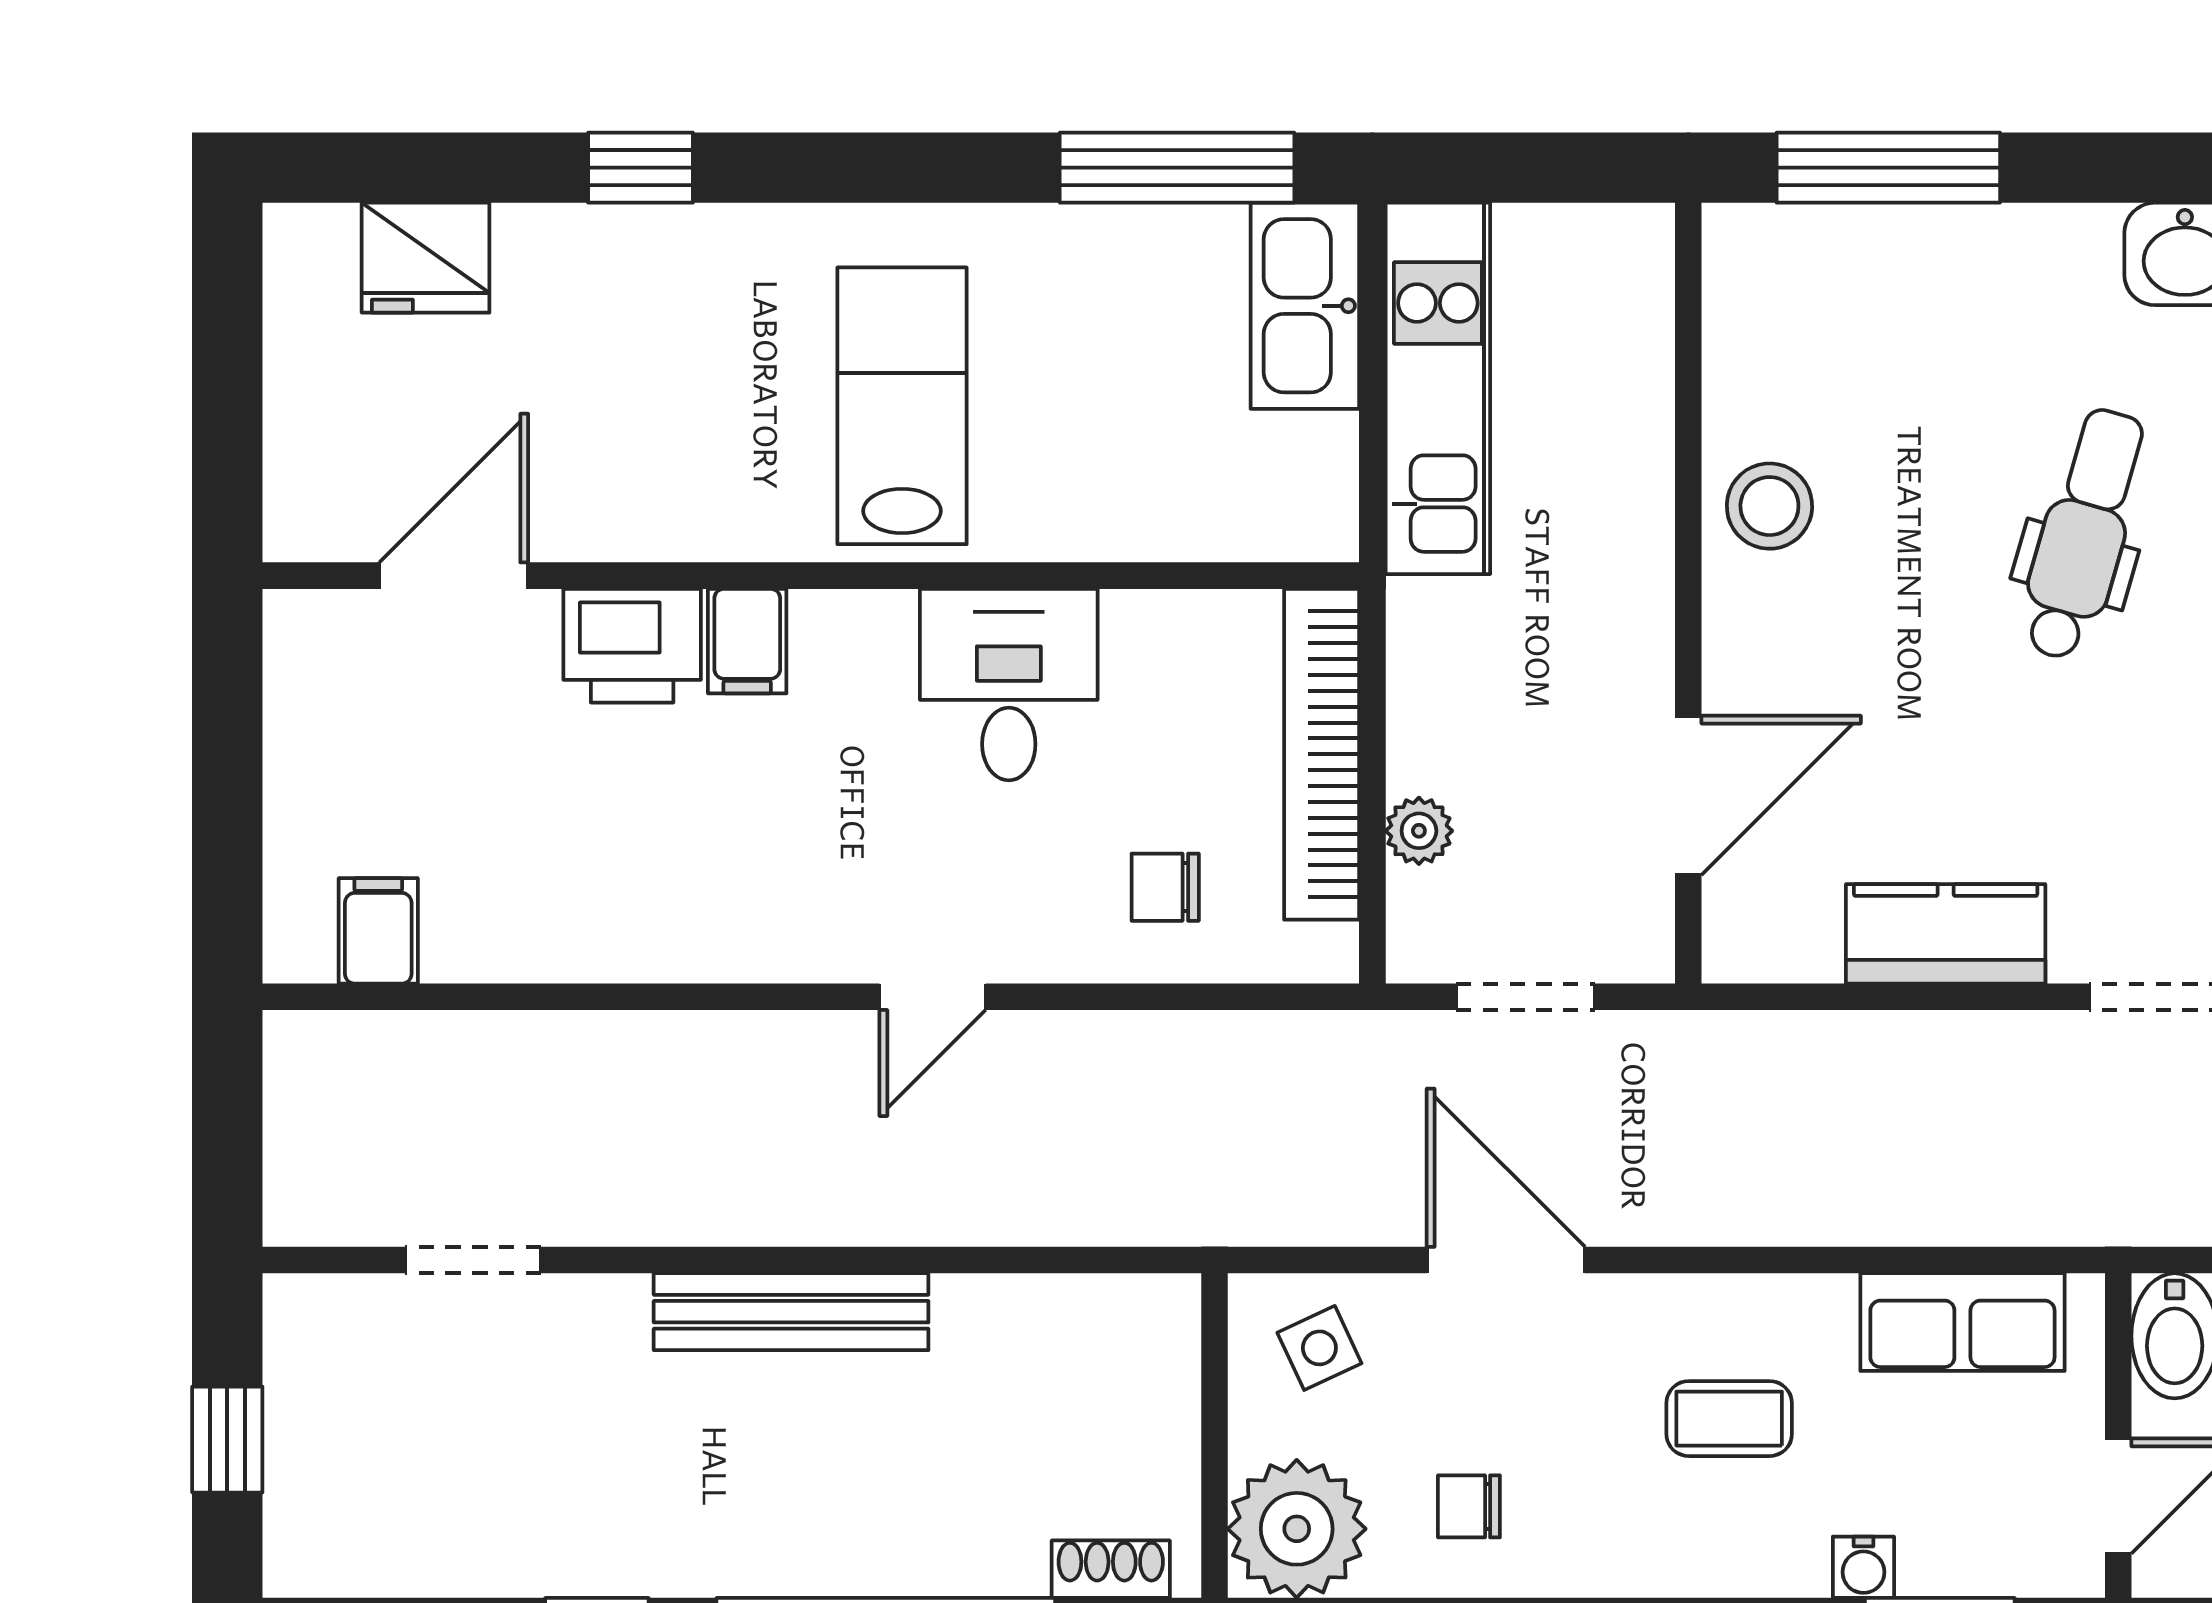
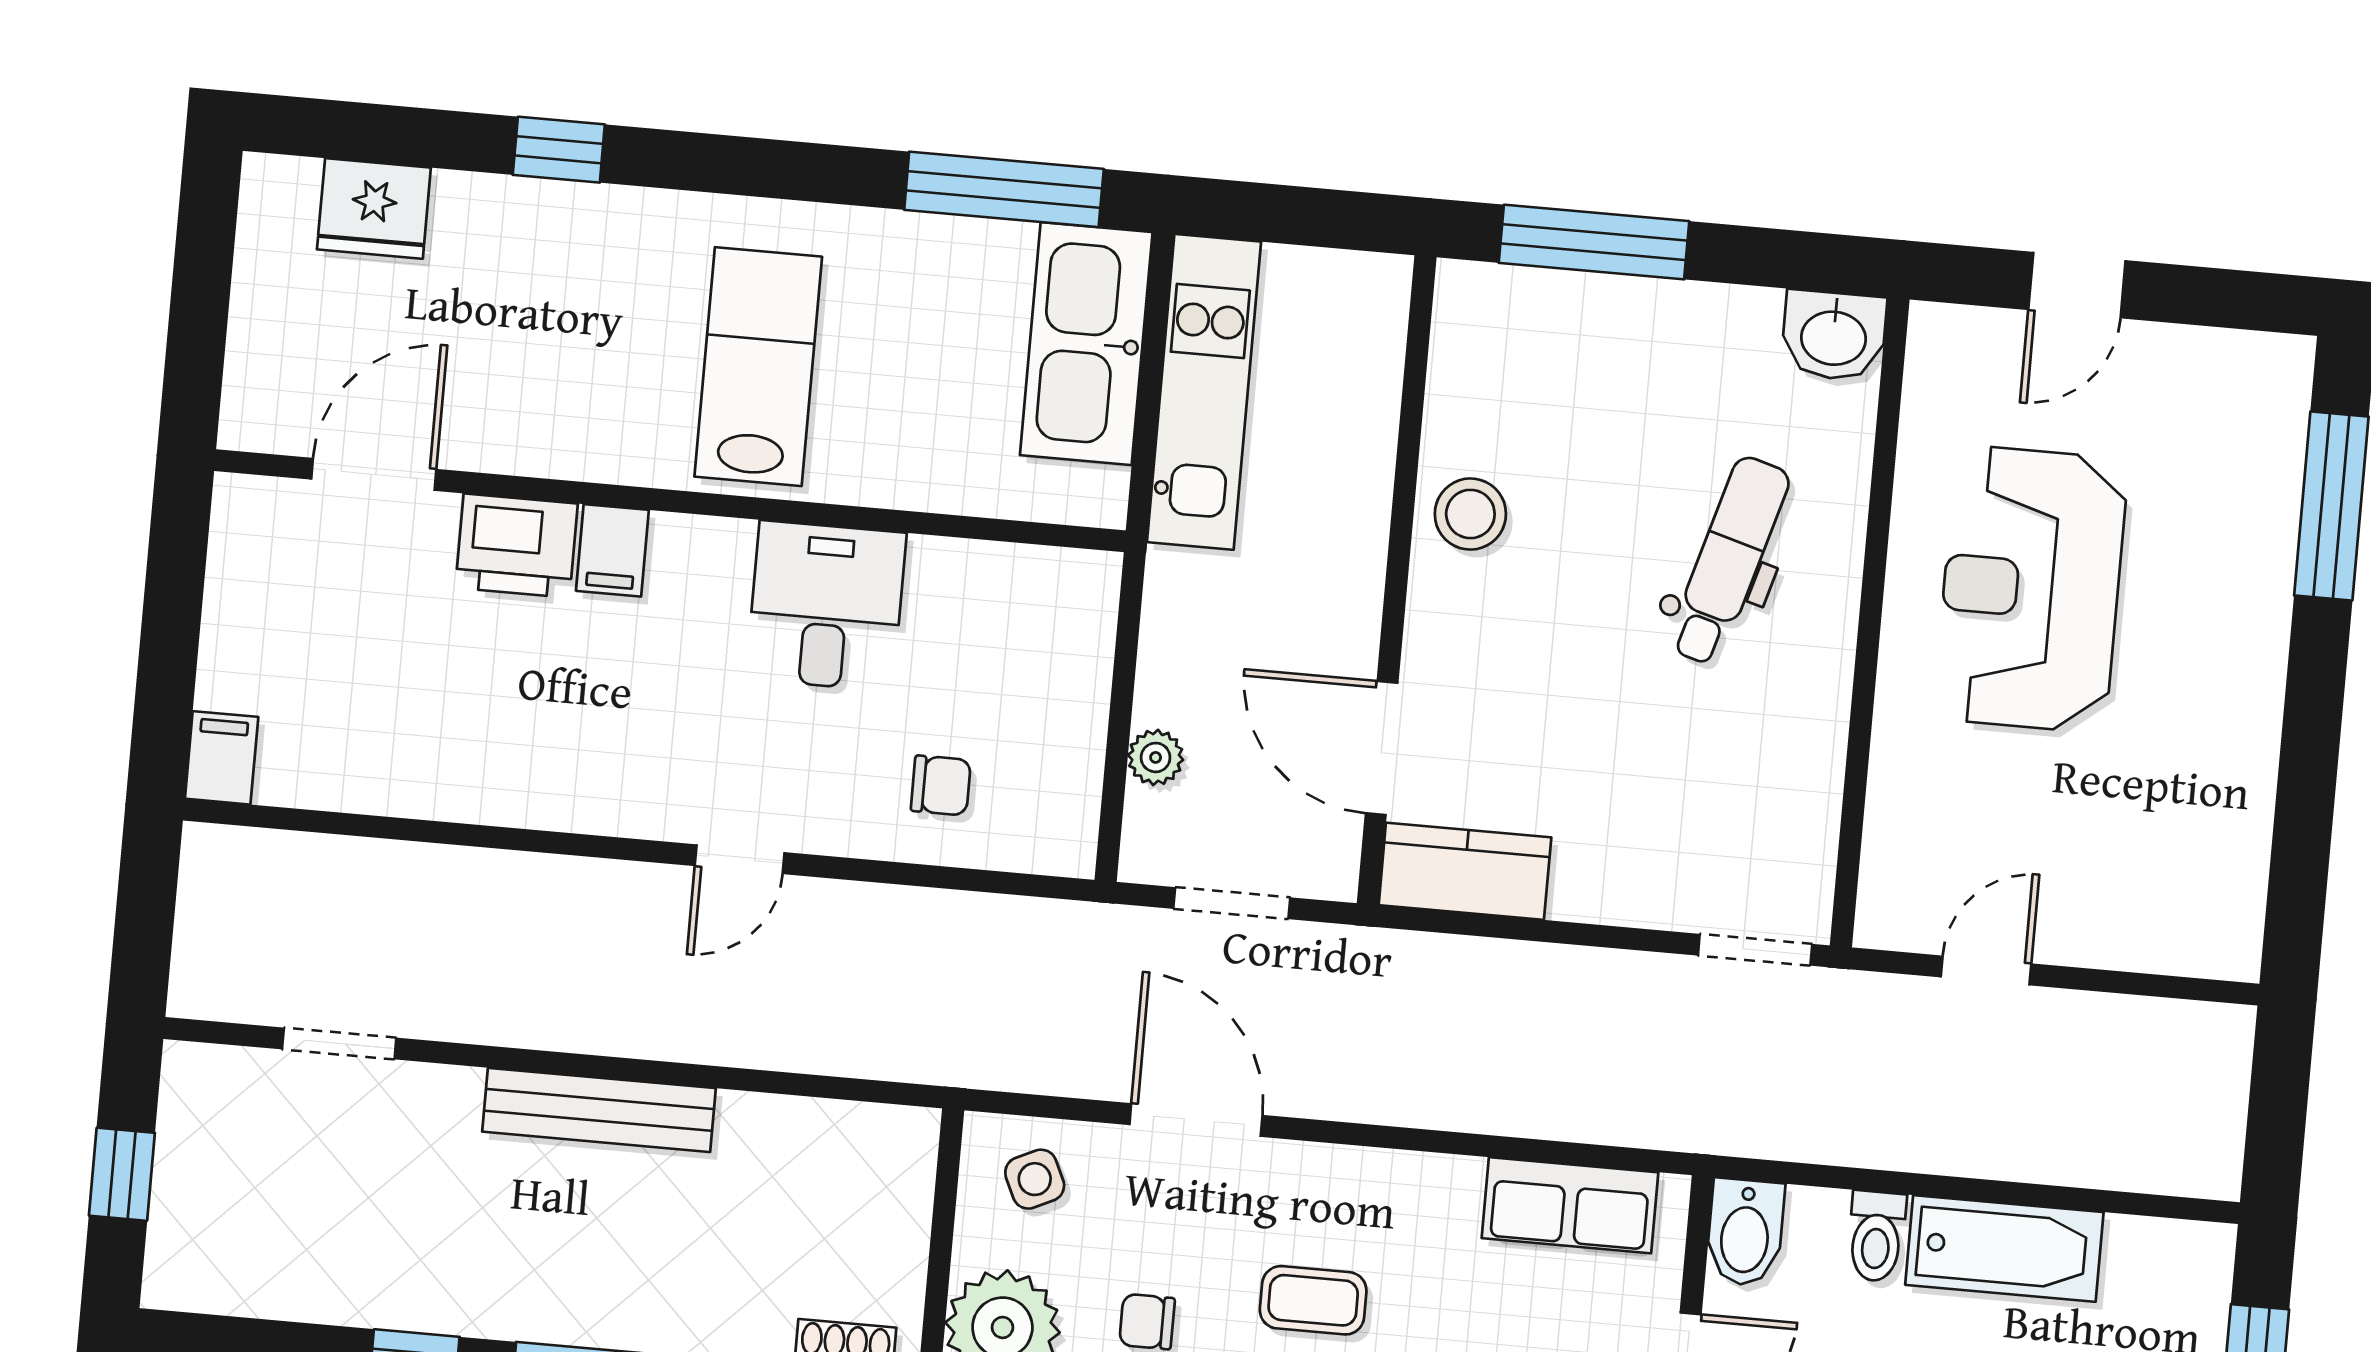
kitchen sink: (1305, 306) -> (1086, 344), width x1.36, depth x1.24
bookcase: (1322, 754) -> (1081, 687), removed
door: (1688, 795) -> (1382, 748), swing flipped
chair: (1165, 887) -> (941, 785), turned 180
filing cabinet: (378, 931) -> (222, 758), moved
kitchen counter: (1946, 934) -> (1465, 871), moved
coffee table: (1729, 1419) -> (1313, 1300), moved

